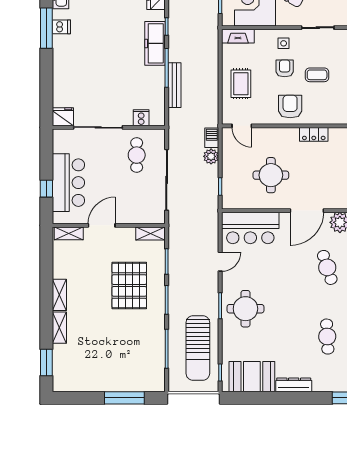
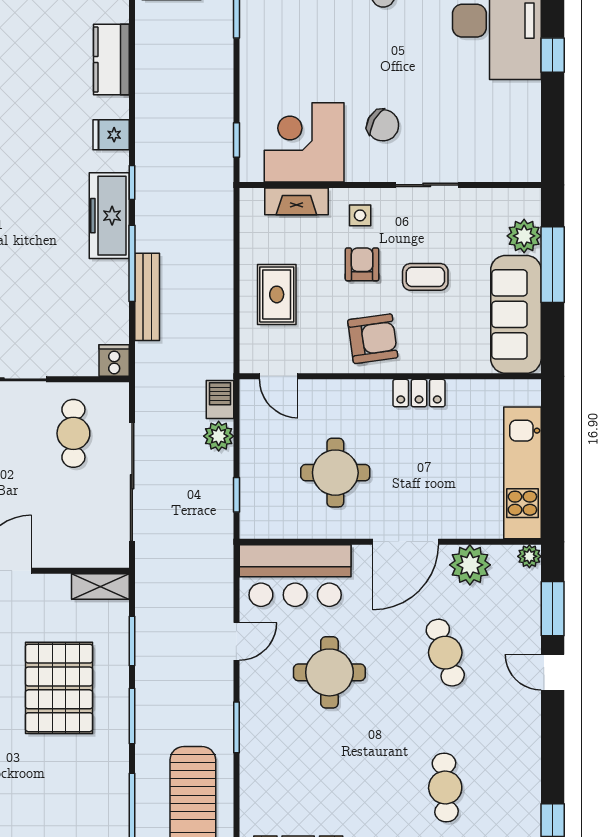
fireplace: (238, 36) -> (296, 201), moved
armchair: (290, 107) -> (373, 339), turned 82
cooker: (141, 118) -> (114, 361), moved
round table: (245, 309) -> (329, 672), moved

